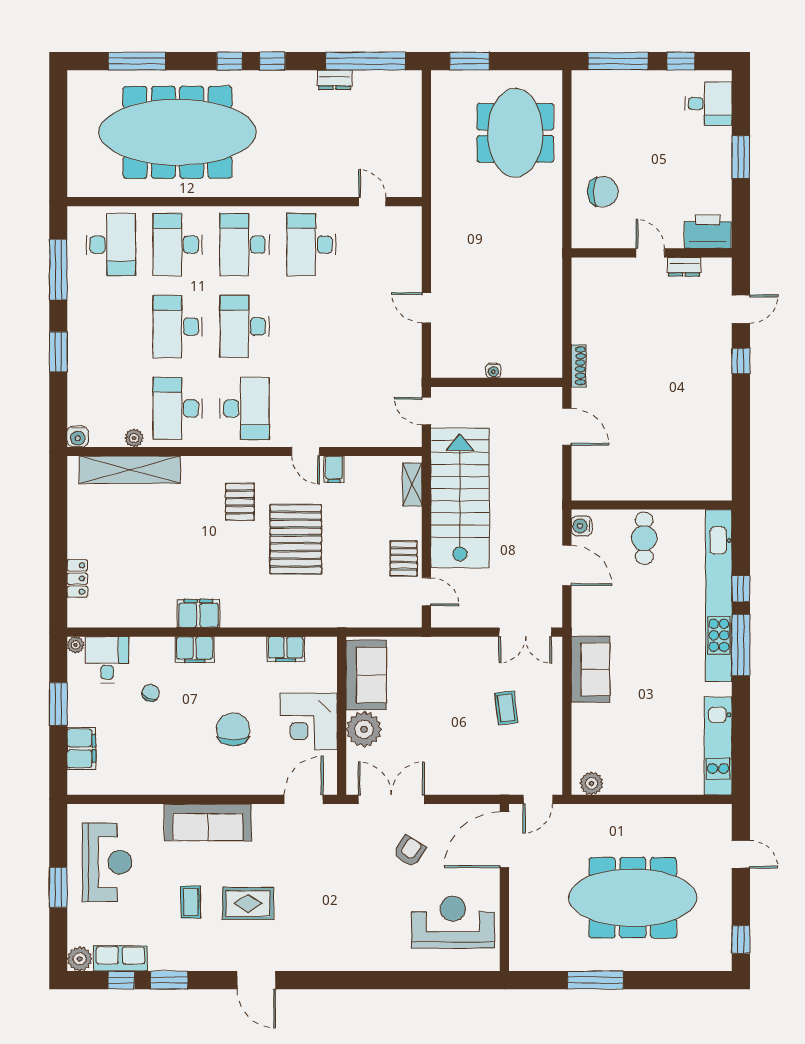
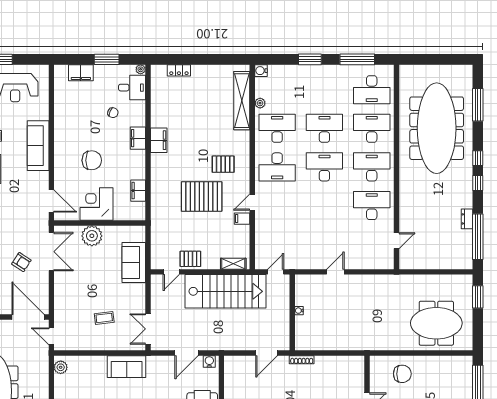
chair: (603, 192) -> (402, 374), turned -90
sofa: (366, 675) -> (134, 262), moved, turned 90

